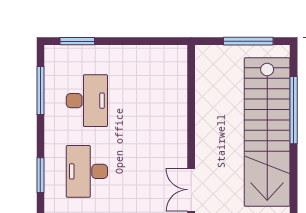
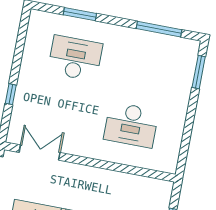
desk: (87, 101) -> (131, 125), moved

